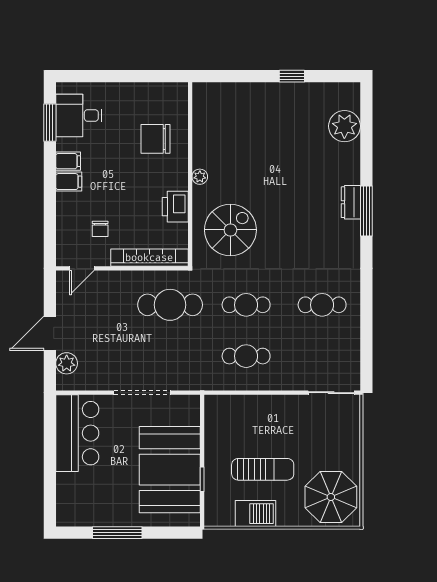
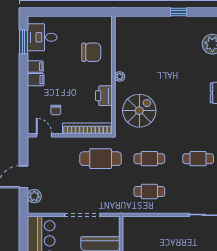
chair: (156, 139) -> (91, 52), turned 180
door: (82, 268) -> (44, 135), swing flipped

